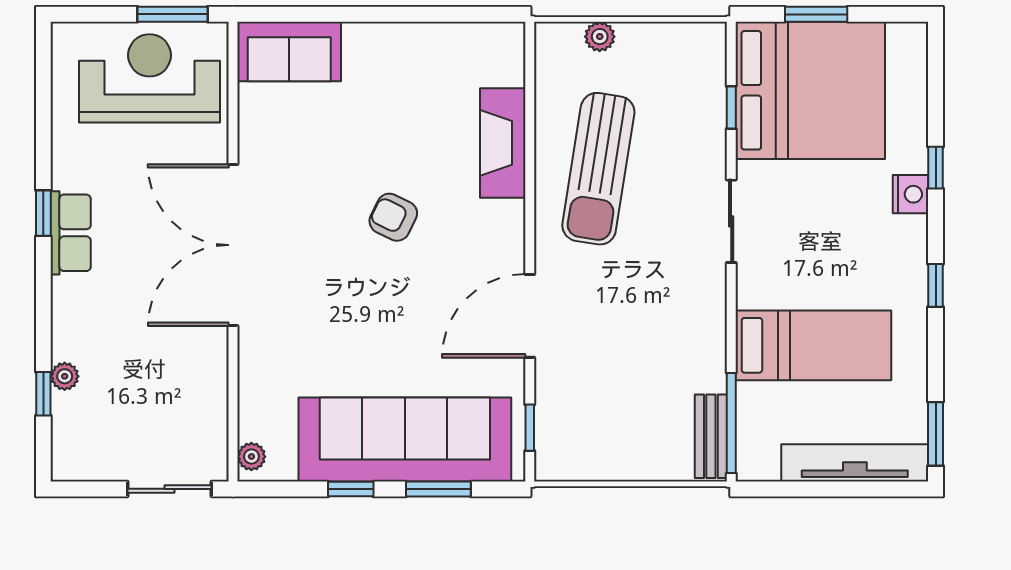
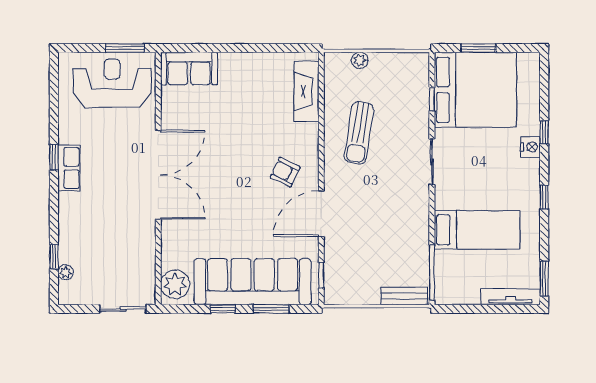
fireplace: (503, 143) -> (306, 91), moved
sun lounger: (598, 169) -> (359, 133), width x0.73, depth x0.75
armchair: (393, 217) -> (285, 172), moved
double door: (233, 245) -> (158, 175), swing flipped
plant: (65, 376) -> (66, 272), moved
bench: (711, 436) -> (404, 296), moved, turned 90
plant: (251, 457) -> (175, 284), width x1.87, depth x1.87
tv unit: (855, 463) -> (511, 297), width x0.73, depth x0.78

